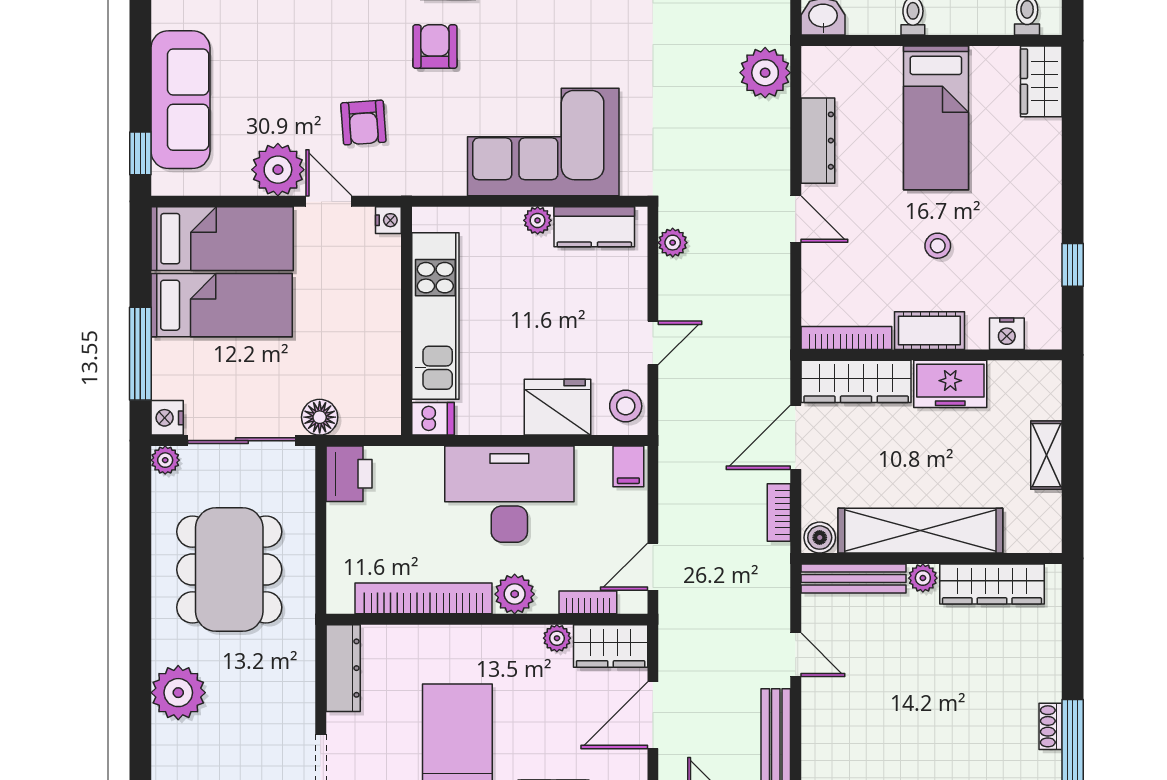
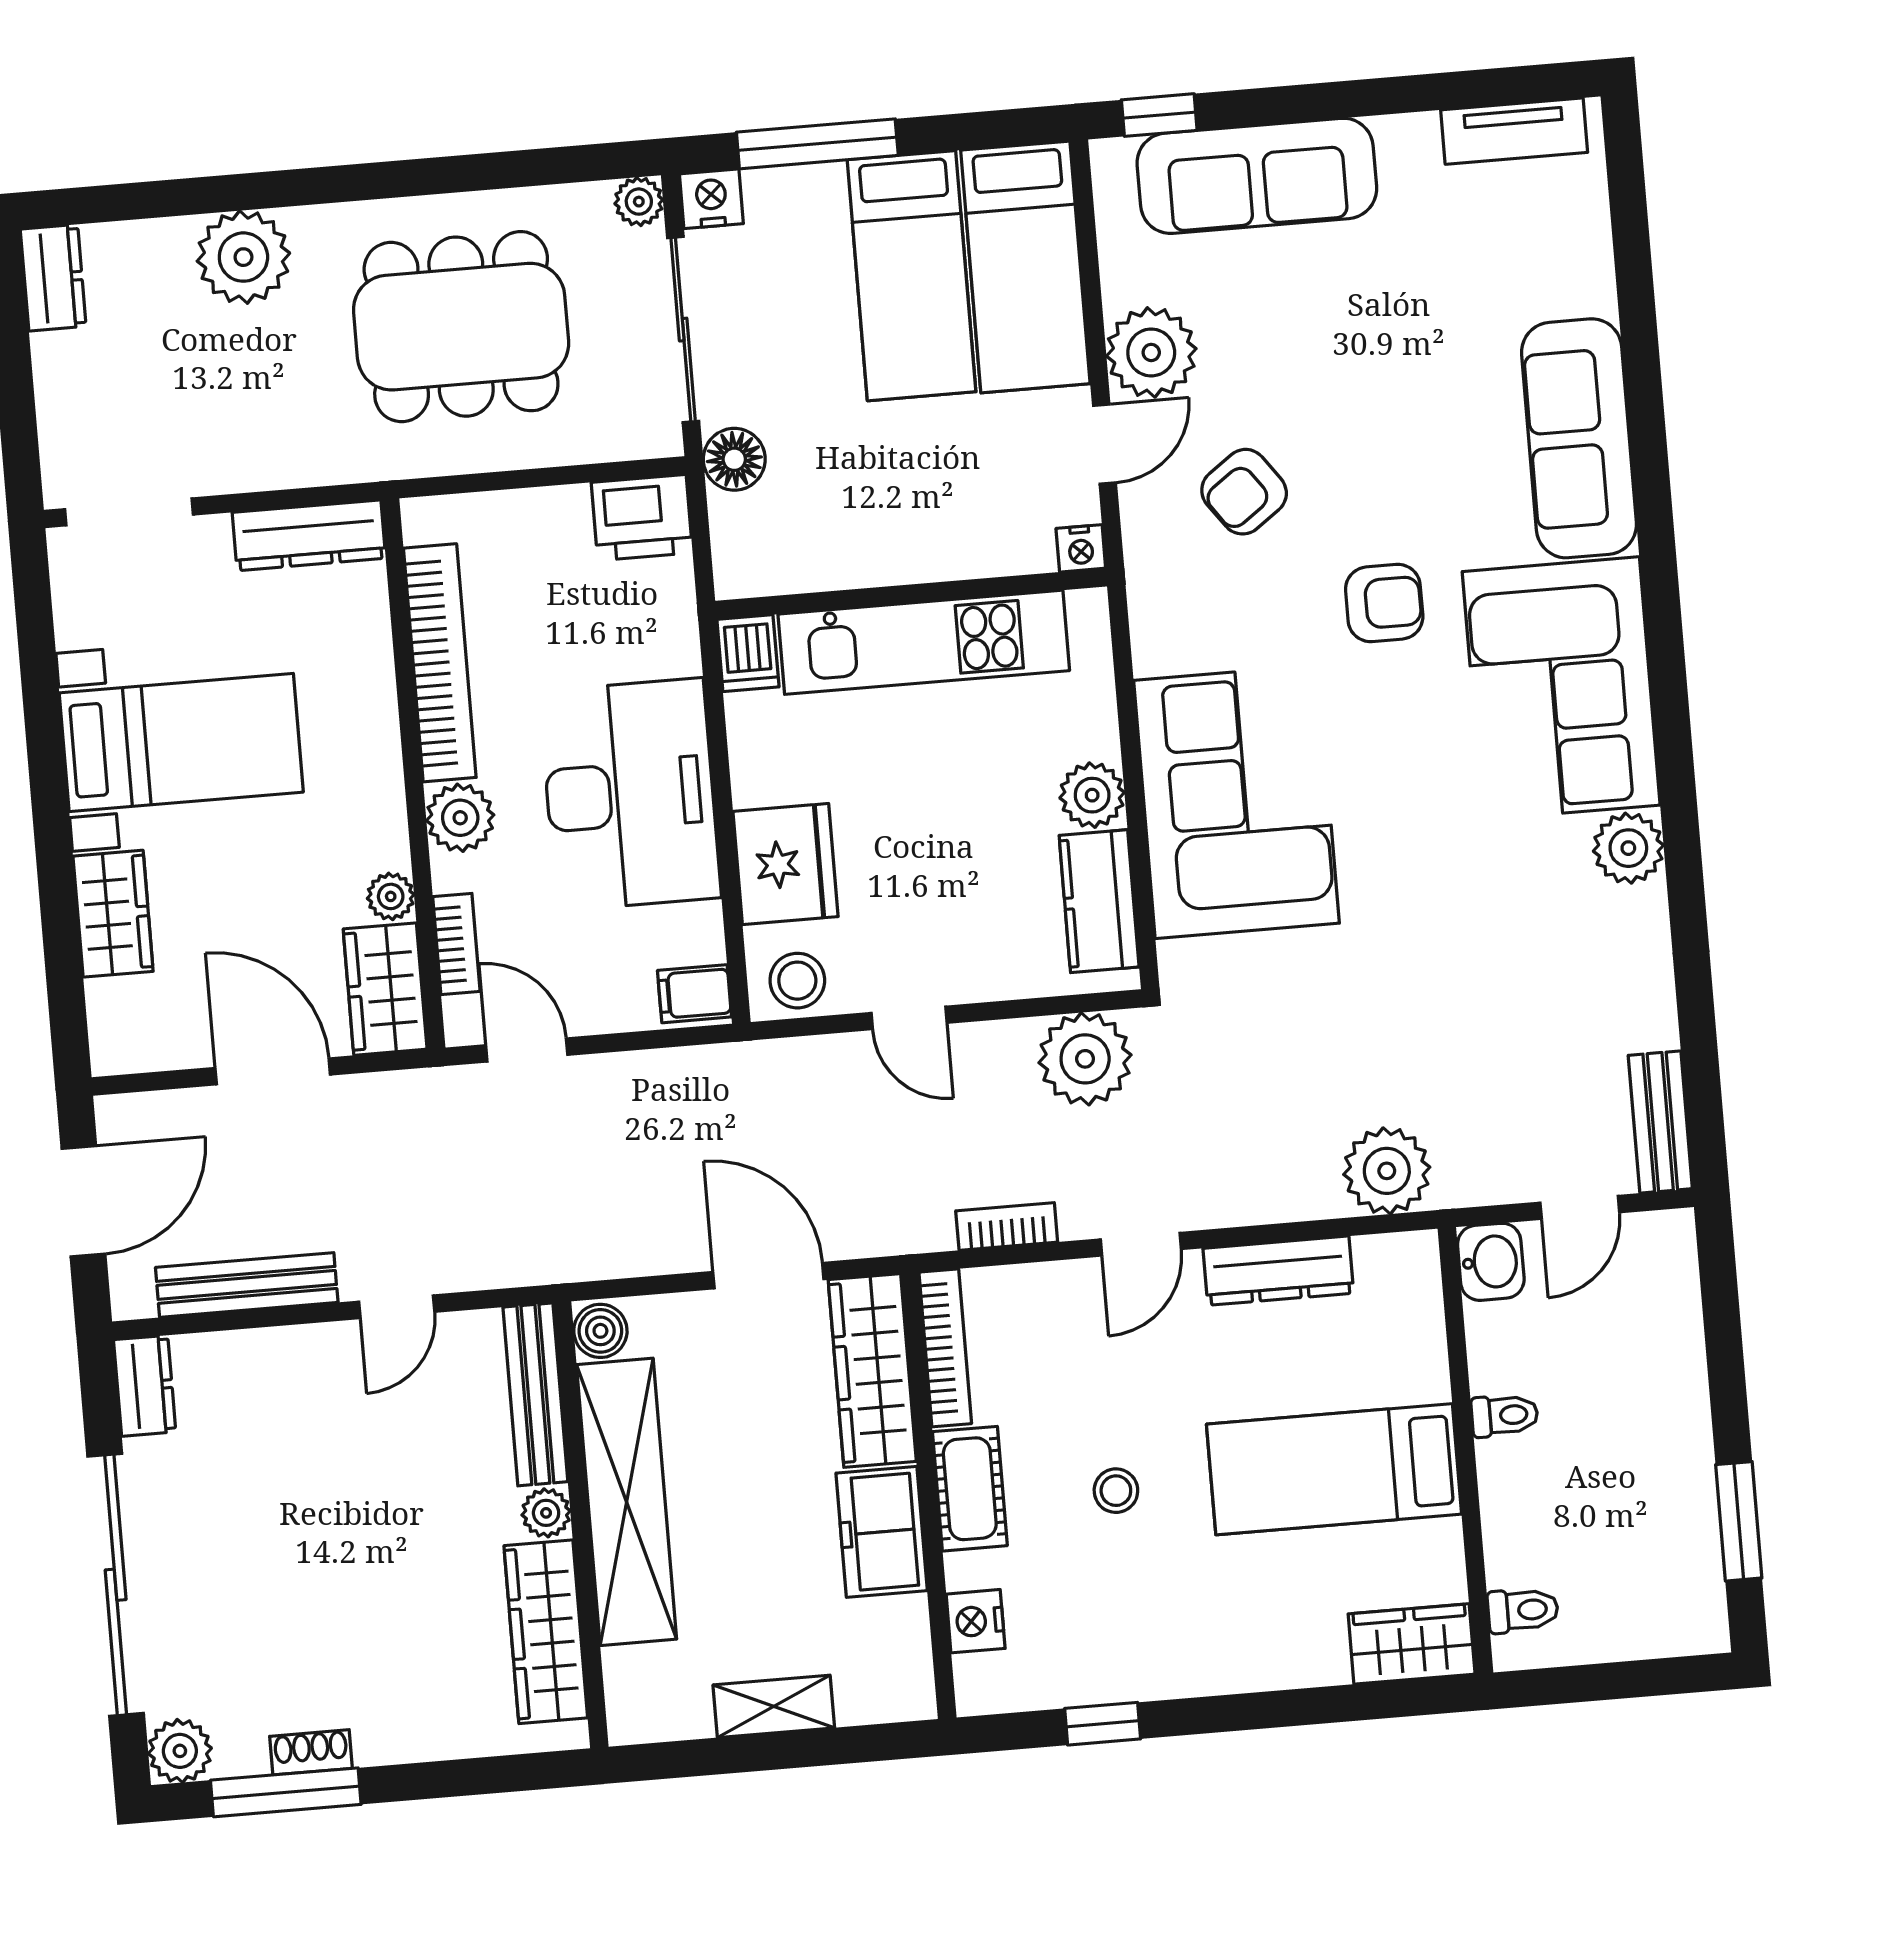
armchair: (363, 123) -> (1244, 492), turned -32
plant: (538, 220) -> (1092, 795), width x1.38, depth x1.38
plant: (673, 243) -> (1085, 1059), width x1.88, depth x1.88
bookcase: (779, 513) -> (1007, 1226), moved

